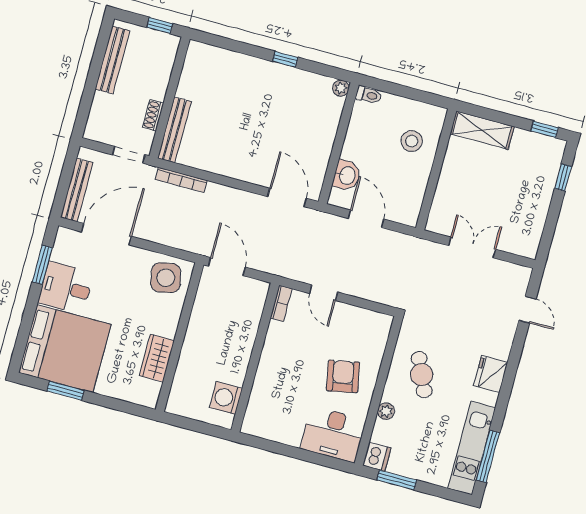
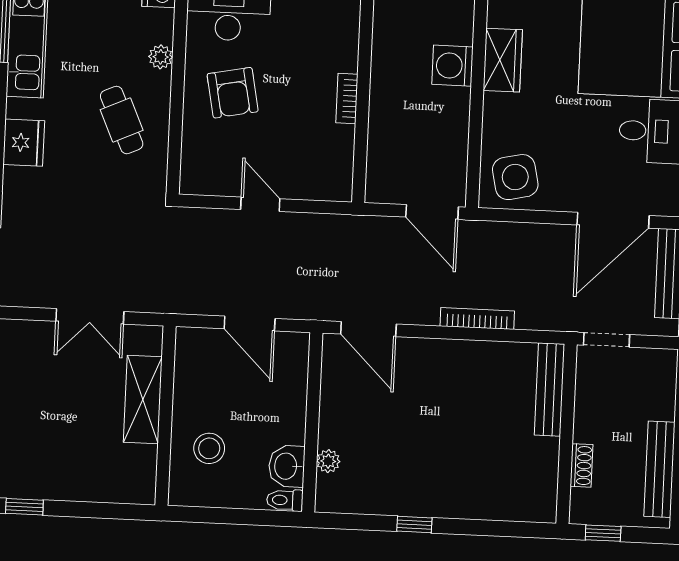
plant: (341, 88) -> (328, 461), moved
shoe rack: (153, 115) -> (582, 465), moved
shelving: (482, 130) -> (143, 399), moved, turned 90
washbasin: (347, 175) -> (287, 466), moved
bookcase: (181, 180) -> (477, 319), moved
door: (324, 293) -> (260, 204), moved
bookcase: (281, 303) -> (347, 98), moved
washing machine: (226, 398) -> (452, 66), moved, turned 180

